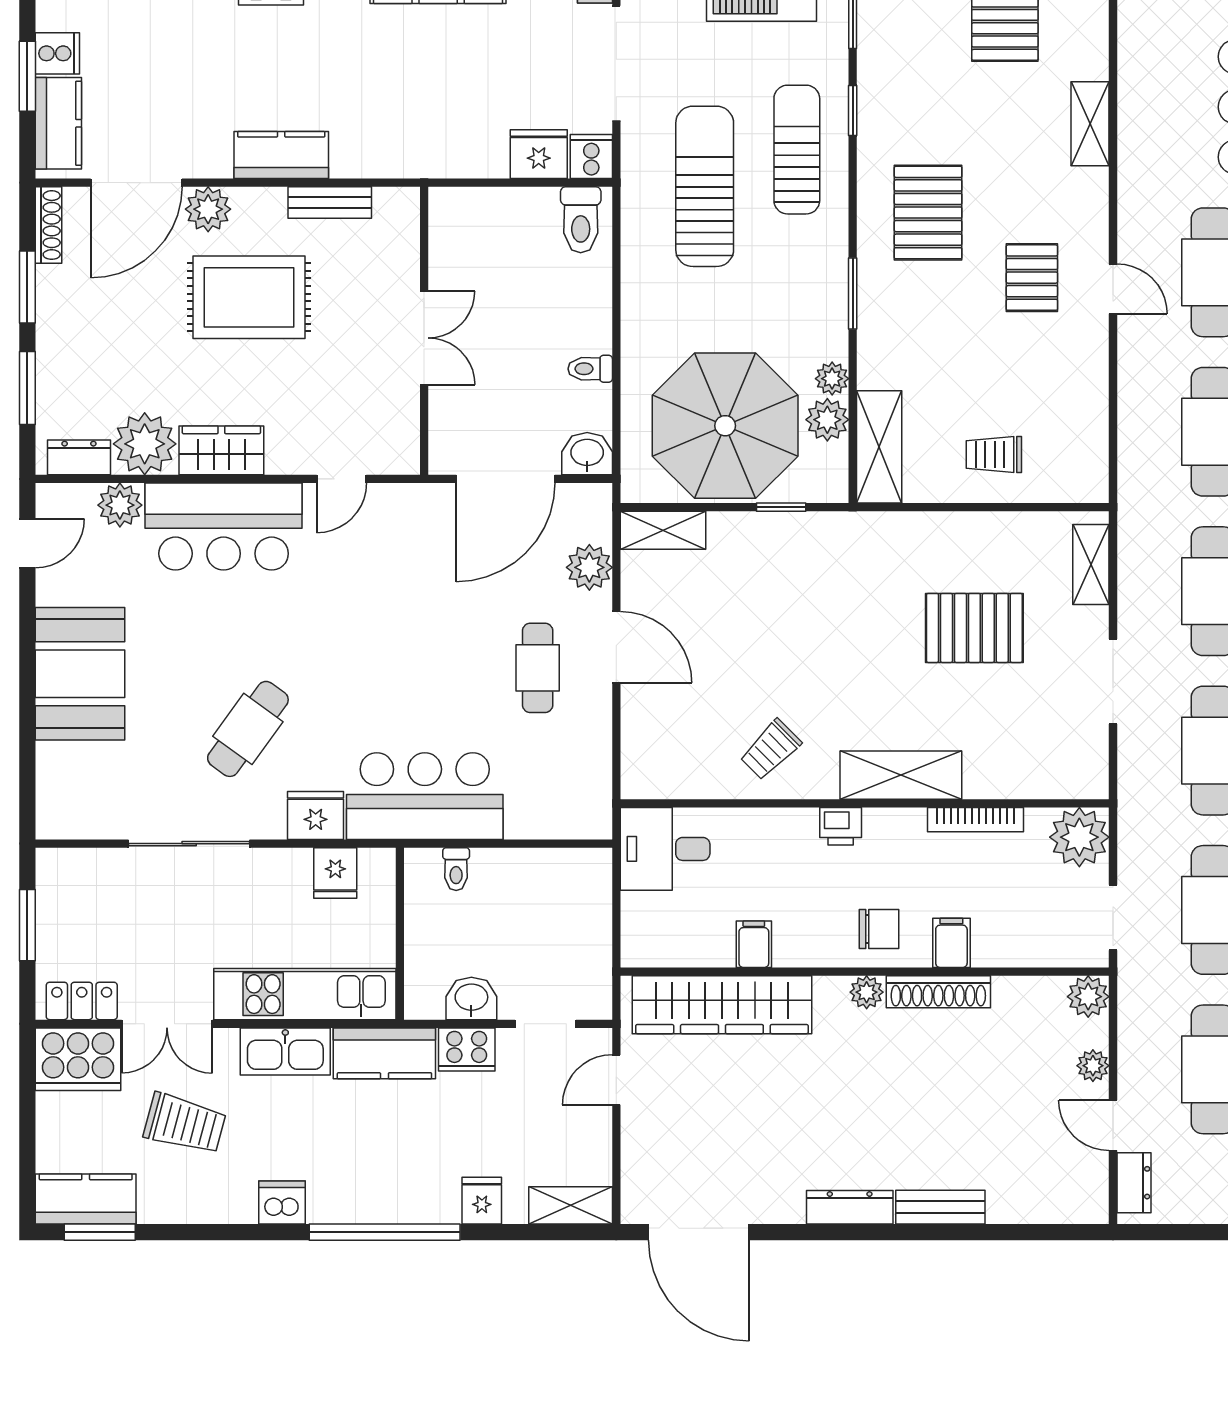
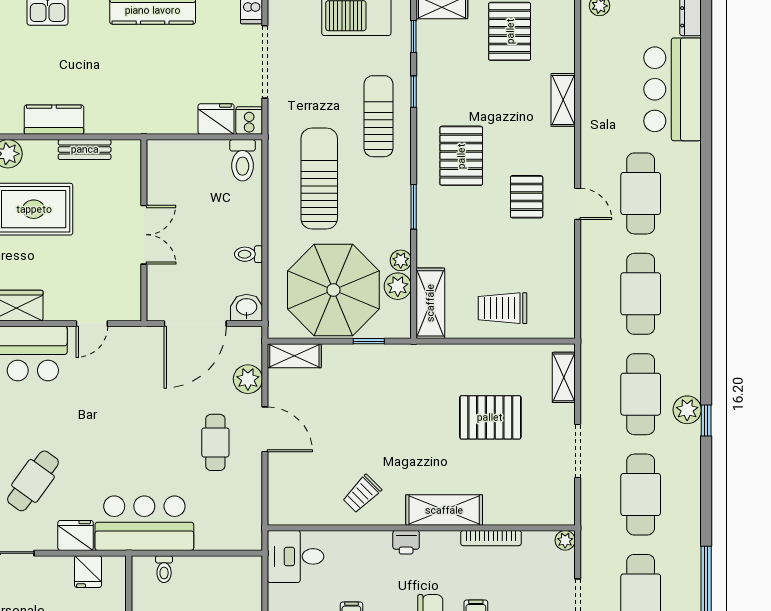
sun lounger: (705, 186) -> (319, 179), moved
trolley: (994, 454) -> (503, 308), width x1.36, depth x1.39
plant: (1079, 837) -> (565, 540), width x0.53, depth x0.53

